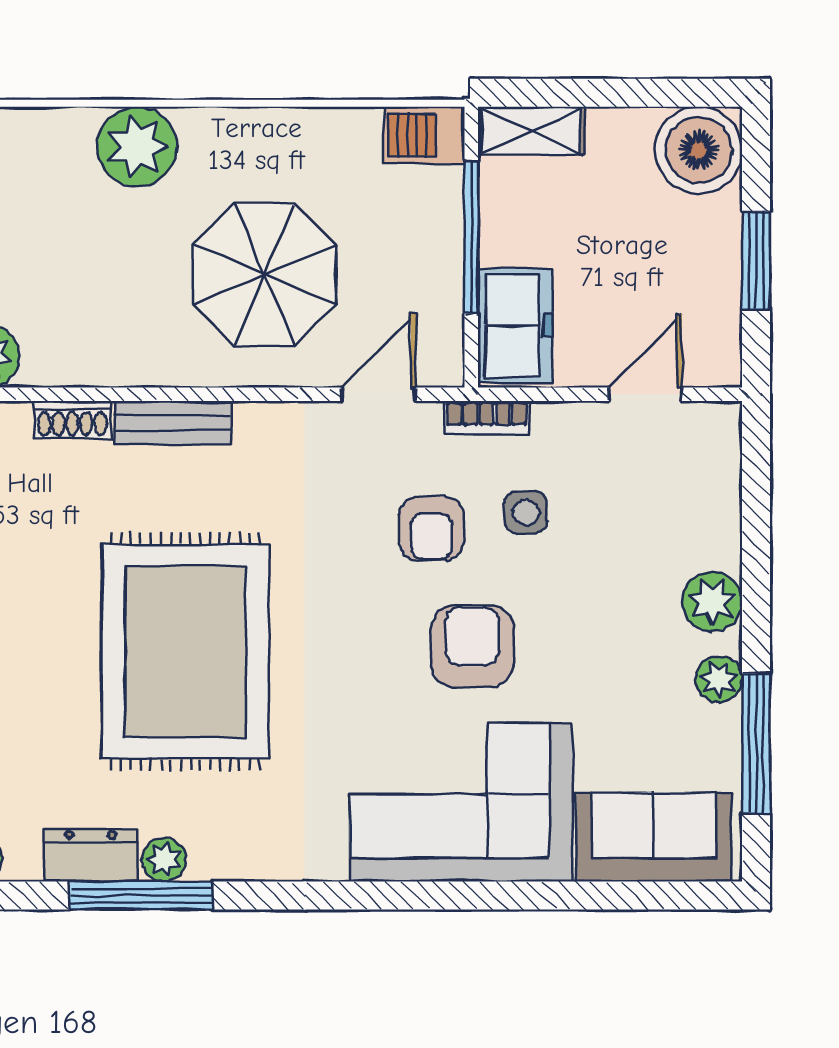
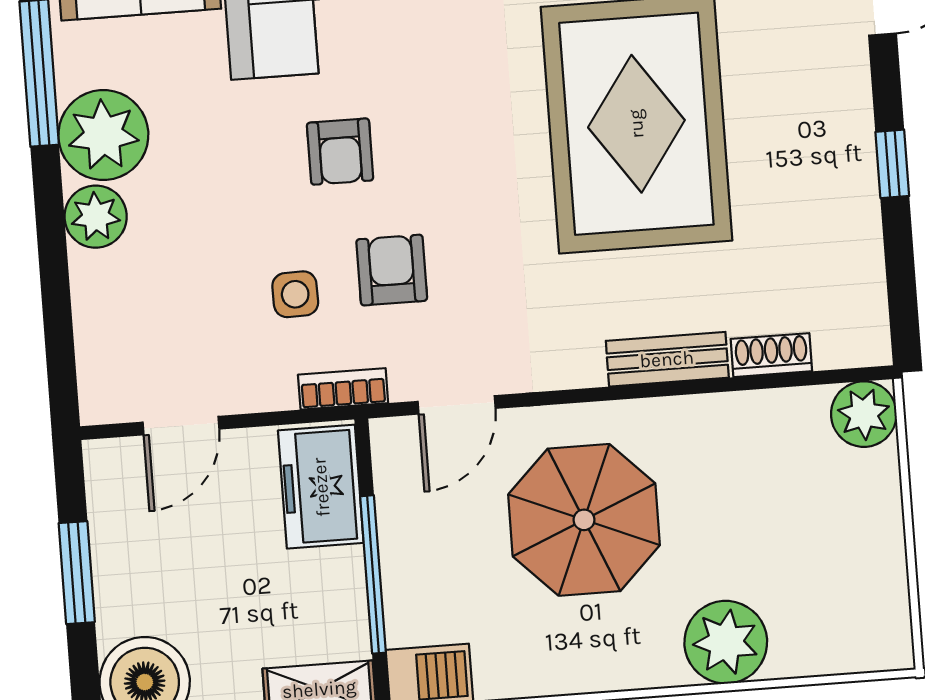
armchair: (472, 646) -> (340, 152), width x0.72, depth x0.72
plant: (719, 679) -> (103, 135), width x1.88, depth x1.88

